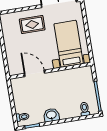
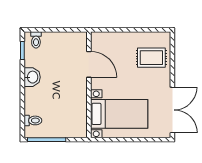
rug: (32, 24) -> (151, 58), moved, turned 90
door: (35, 73) -> (89, 64), hinge flipped

